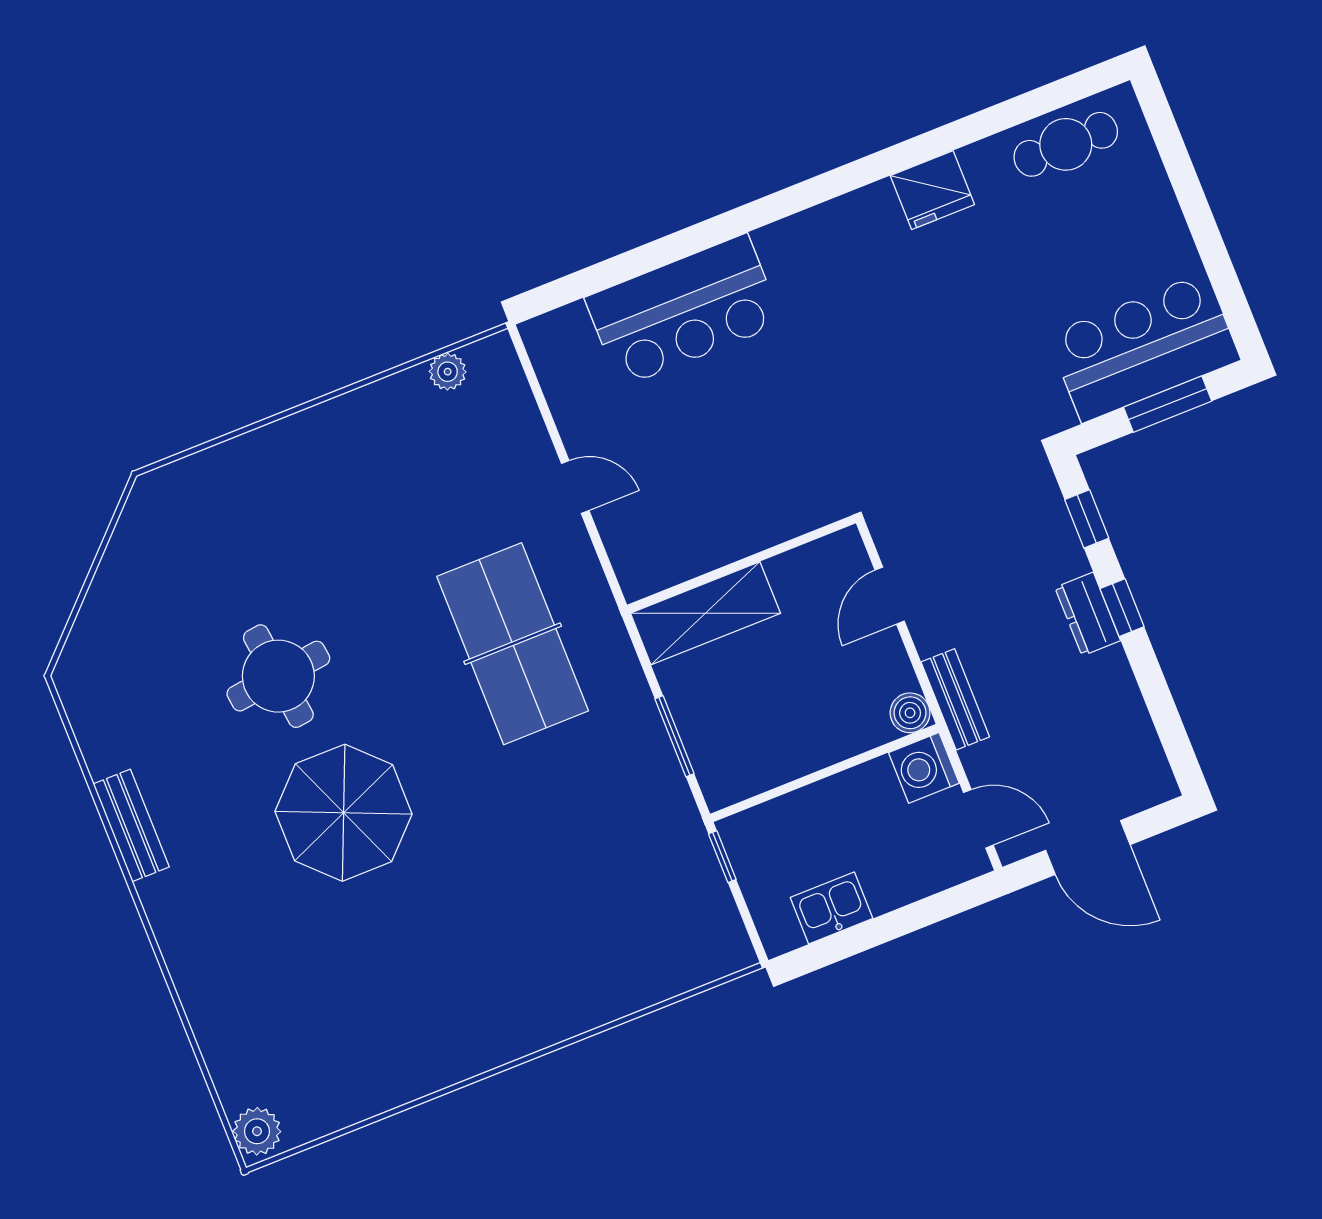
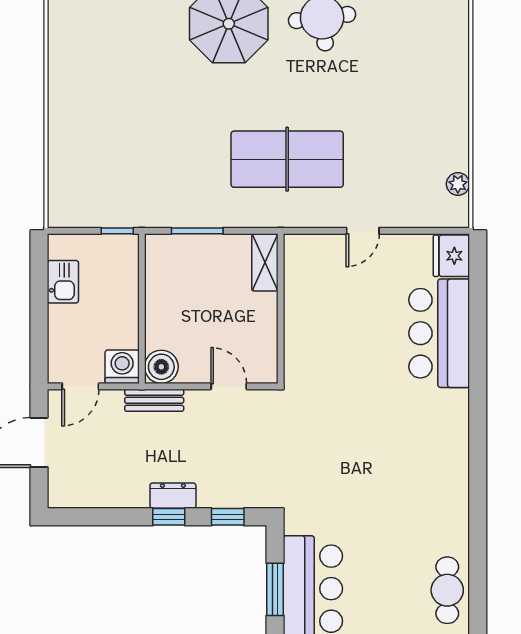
fridge: (932, 190) -> (451, 256), moved
shelving: (705, 613) -> (265, 262), width x0.67, depth x0.75
boiler: (910, 713) -> (161, 367), width x1.36, depth x1.36

